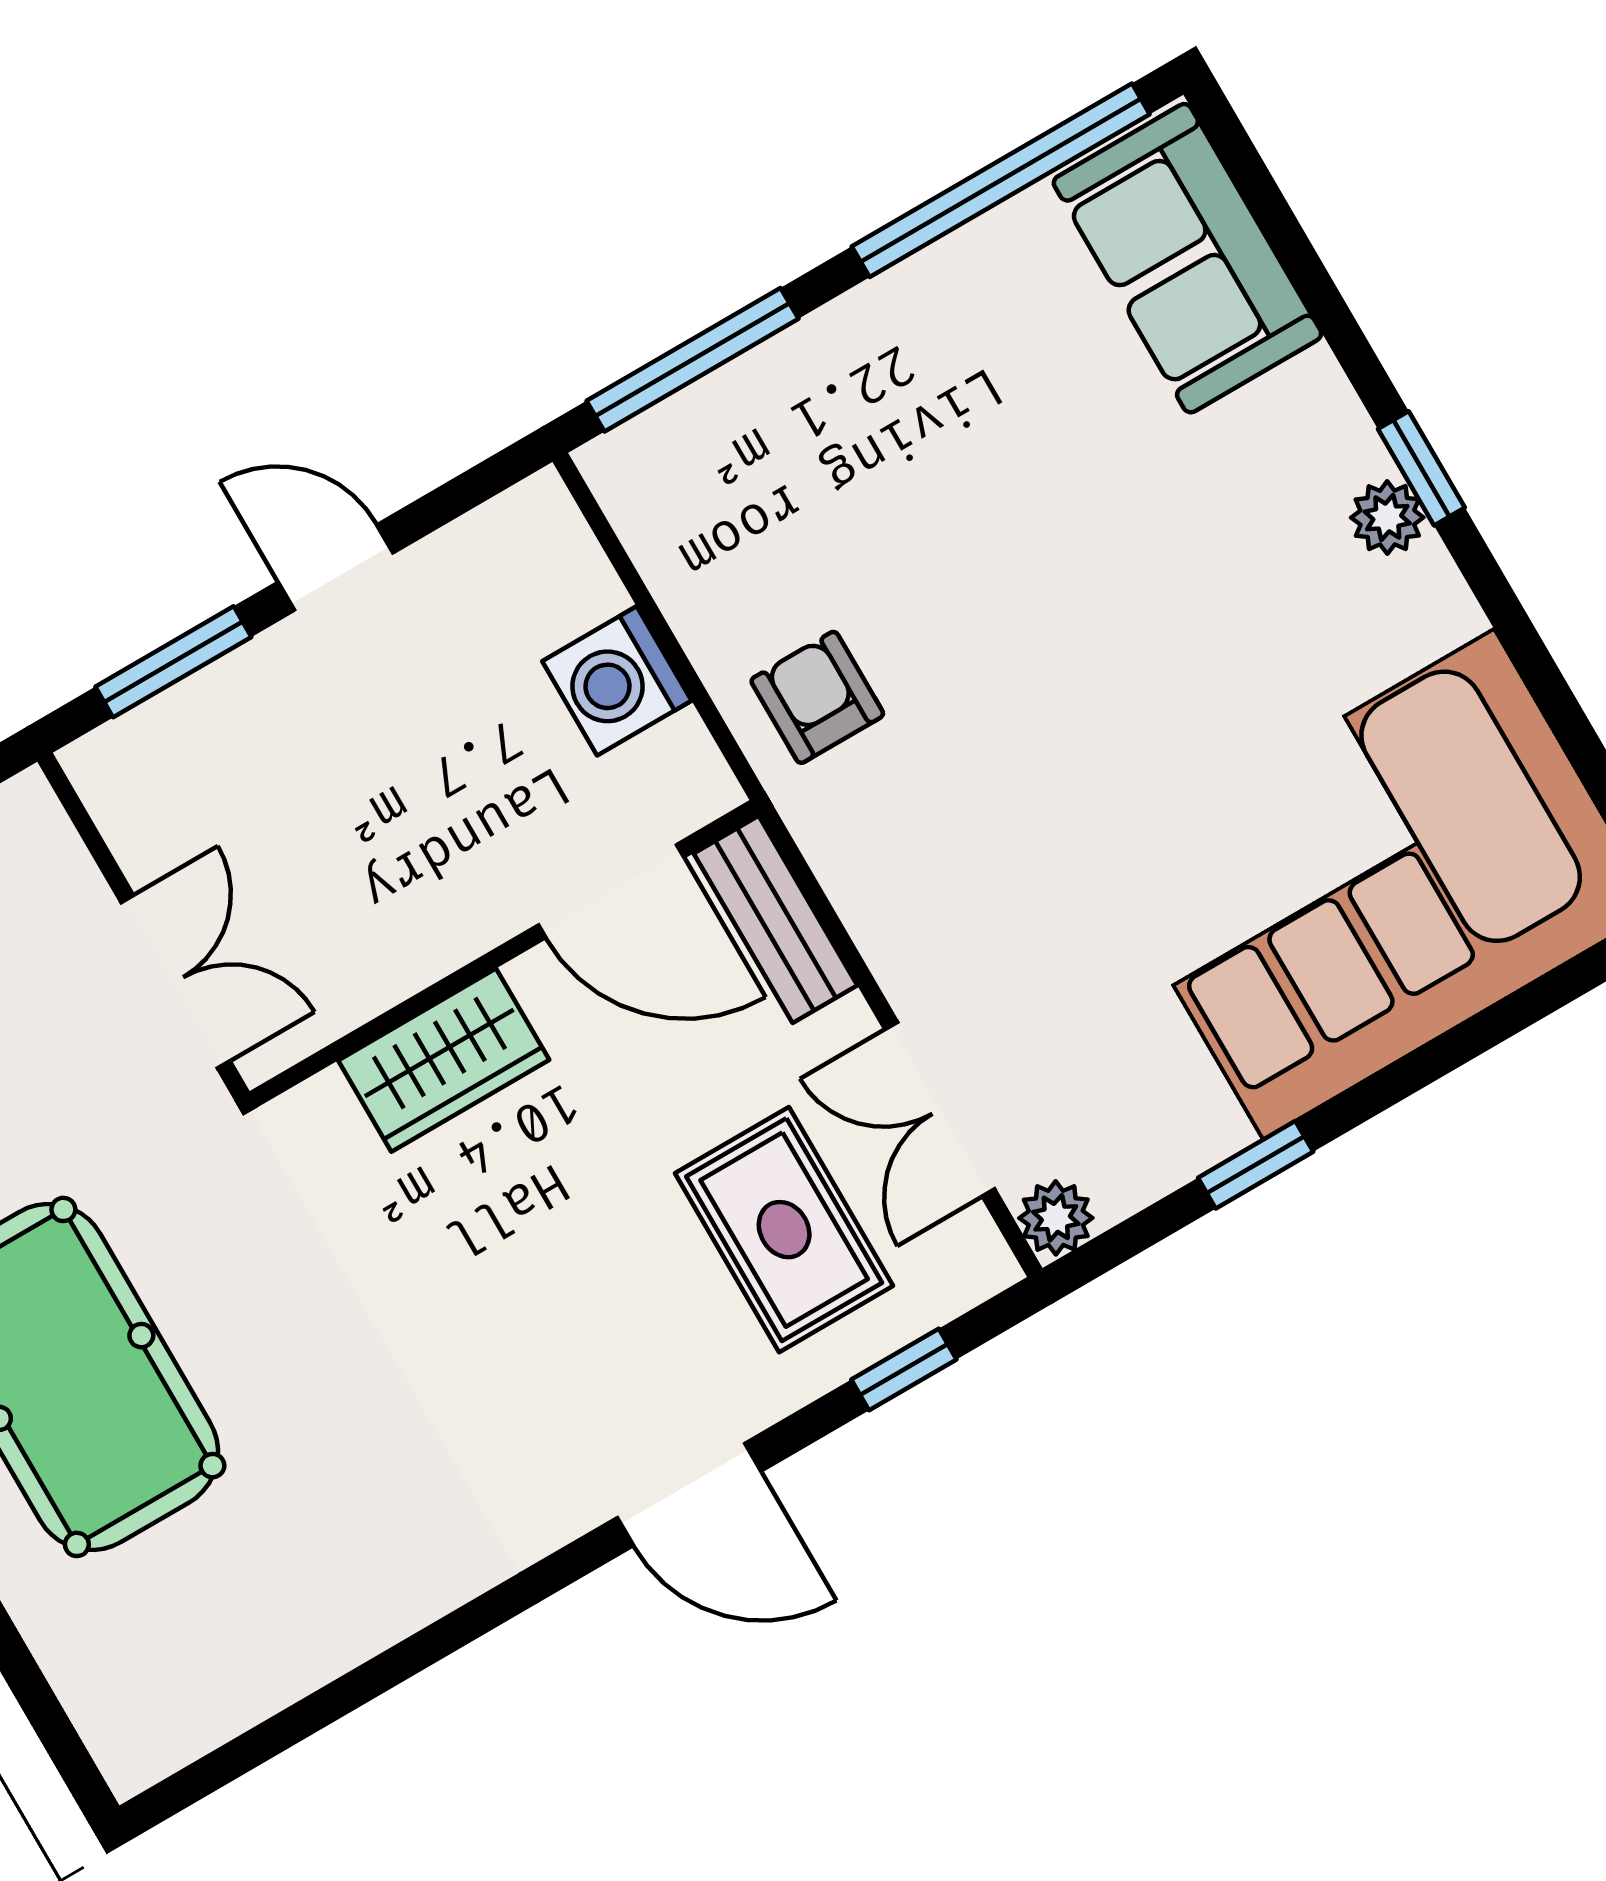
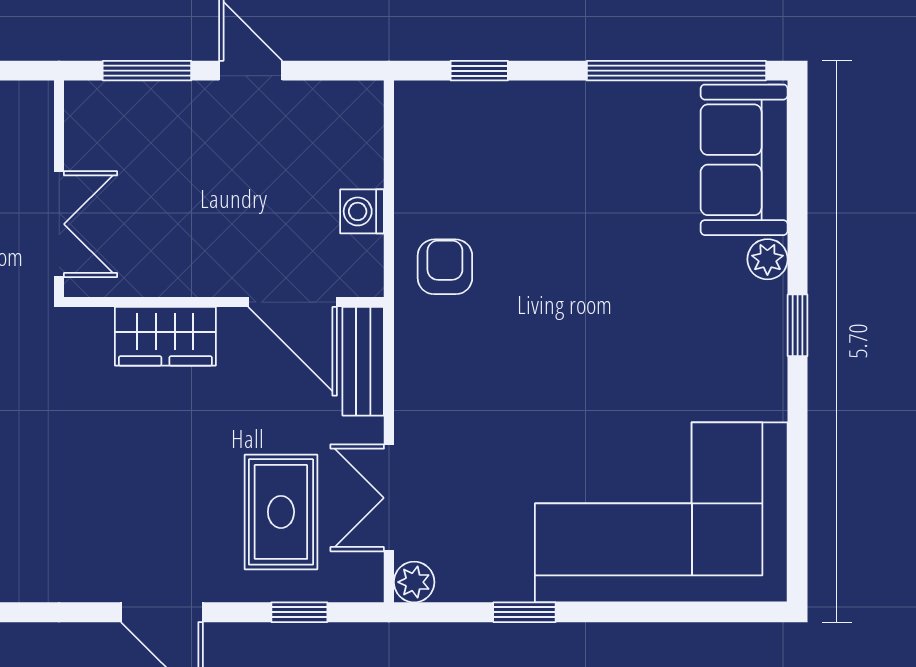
window: (693, 360) -> (479, 71), width x0.46
plant: (1387, 518) -> (767, 259), moved
washing machine: (617, 681) -> (362, 211), width x0.73, depth x0.73

